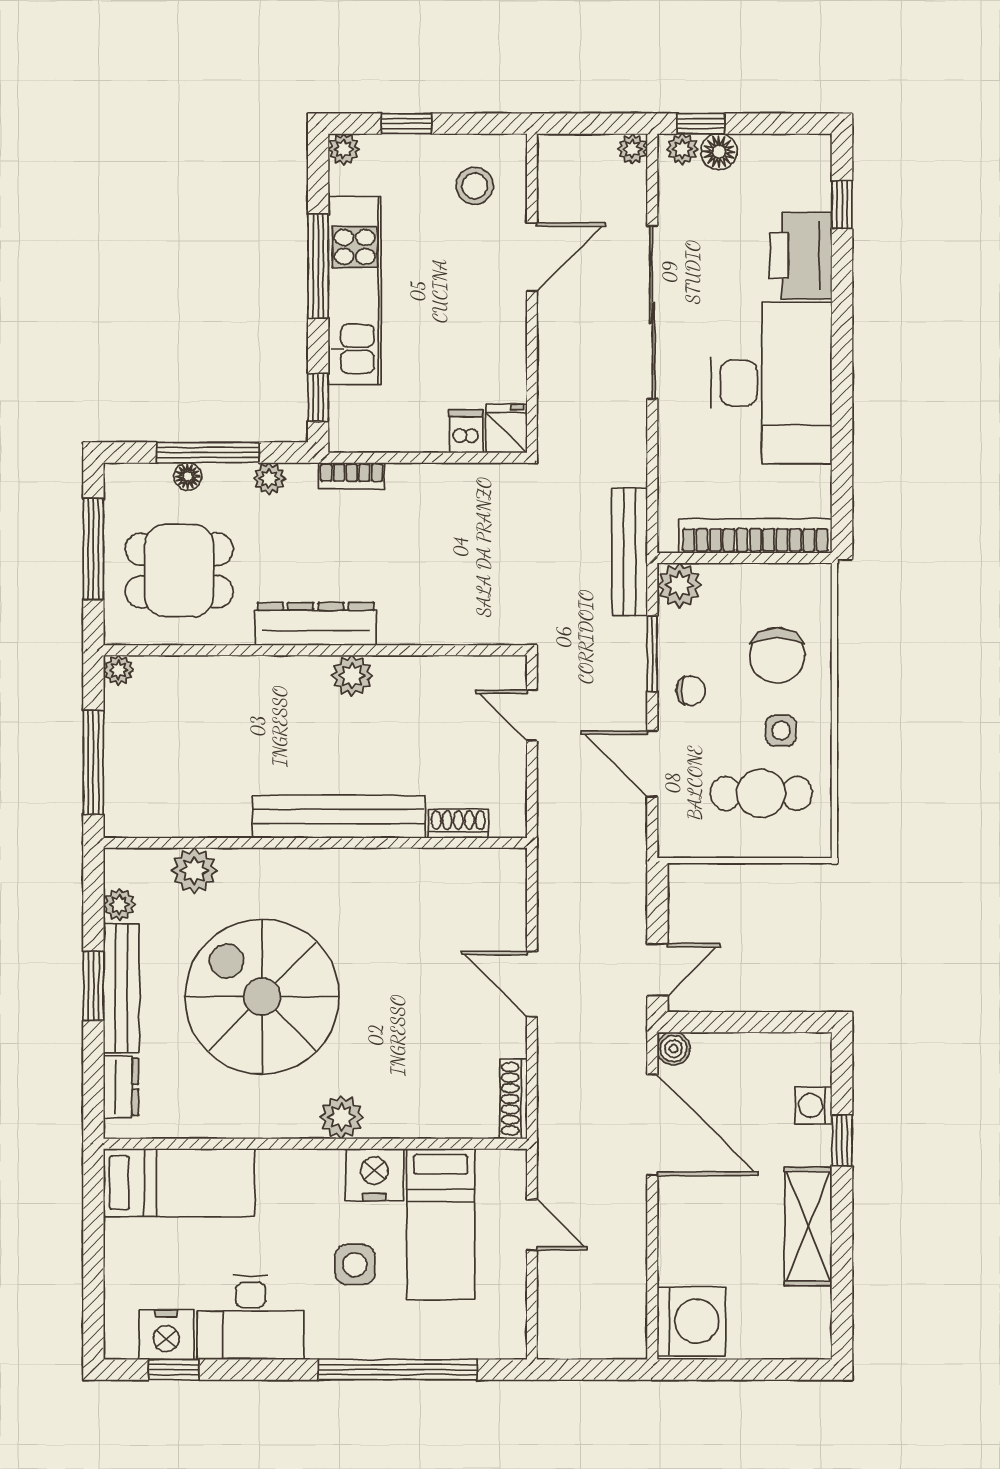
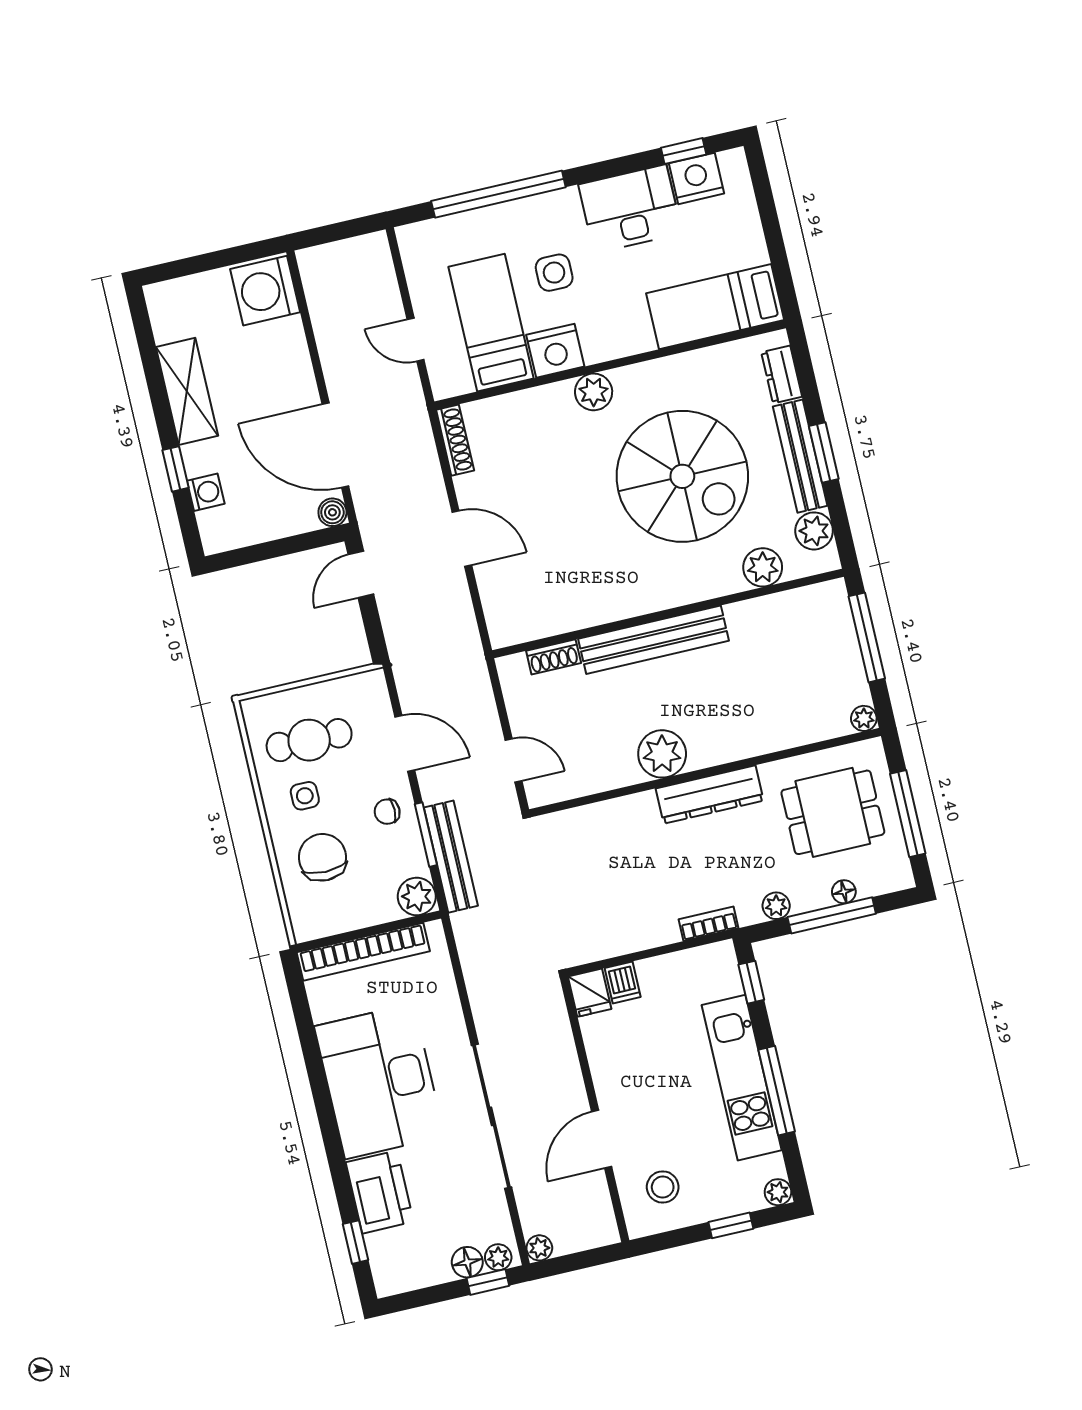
bench: (630, 552) -> (451, 857), moved
plant: (352, 676) -> (662, 754), width x1.36, depth x1.36
plant: (119, 905) -> (814, 531), width x1.38, depth x1.38

